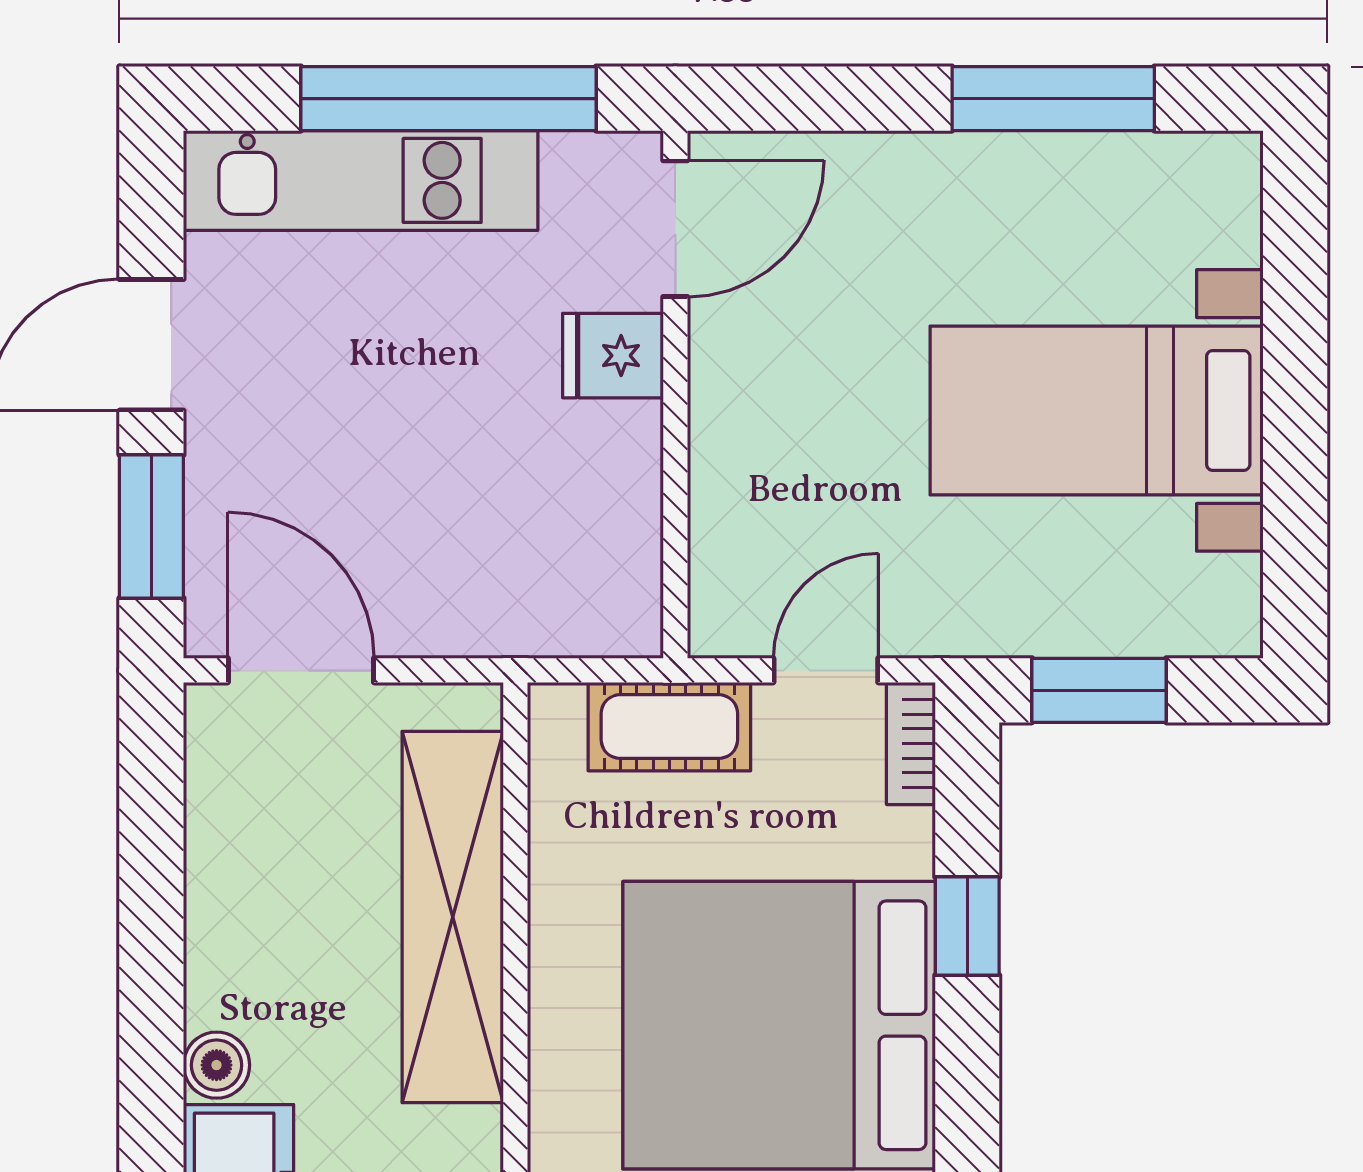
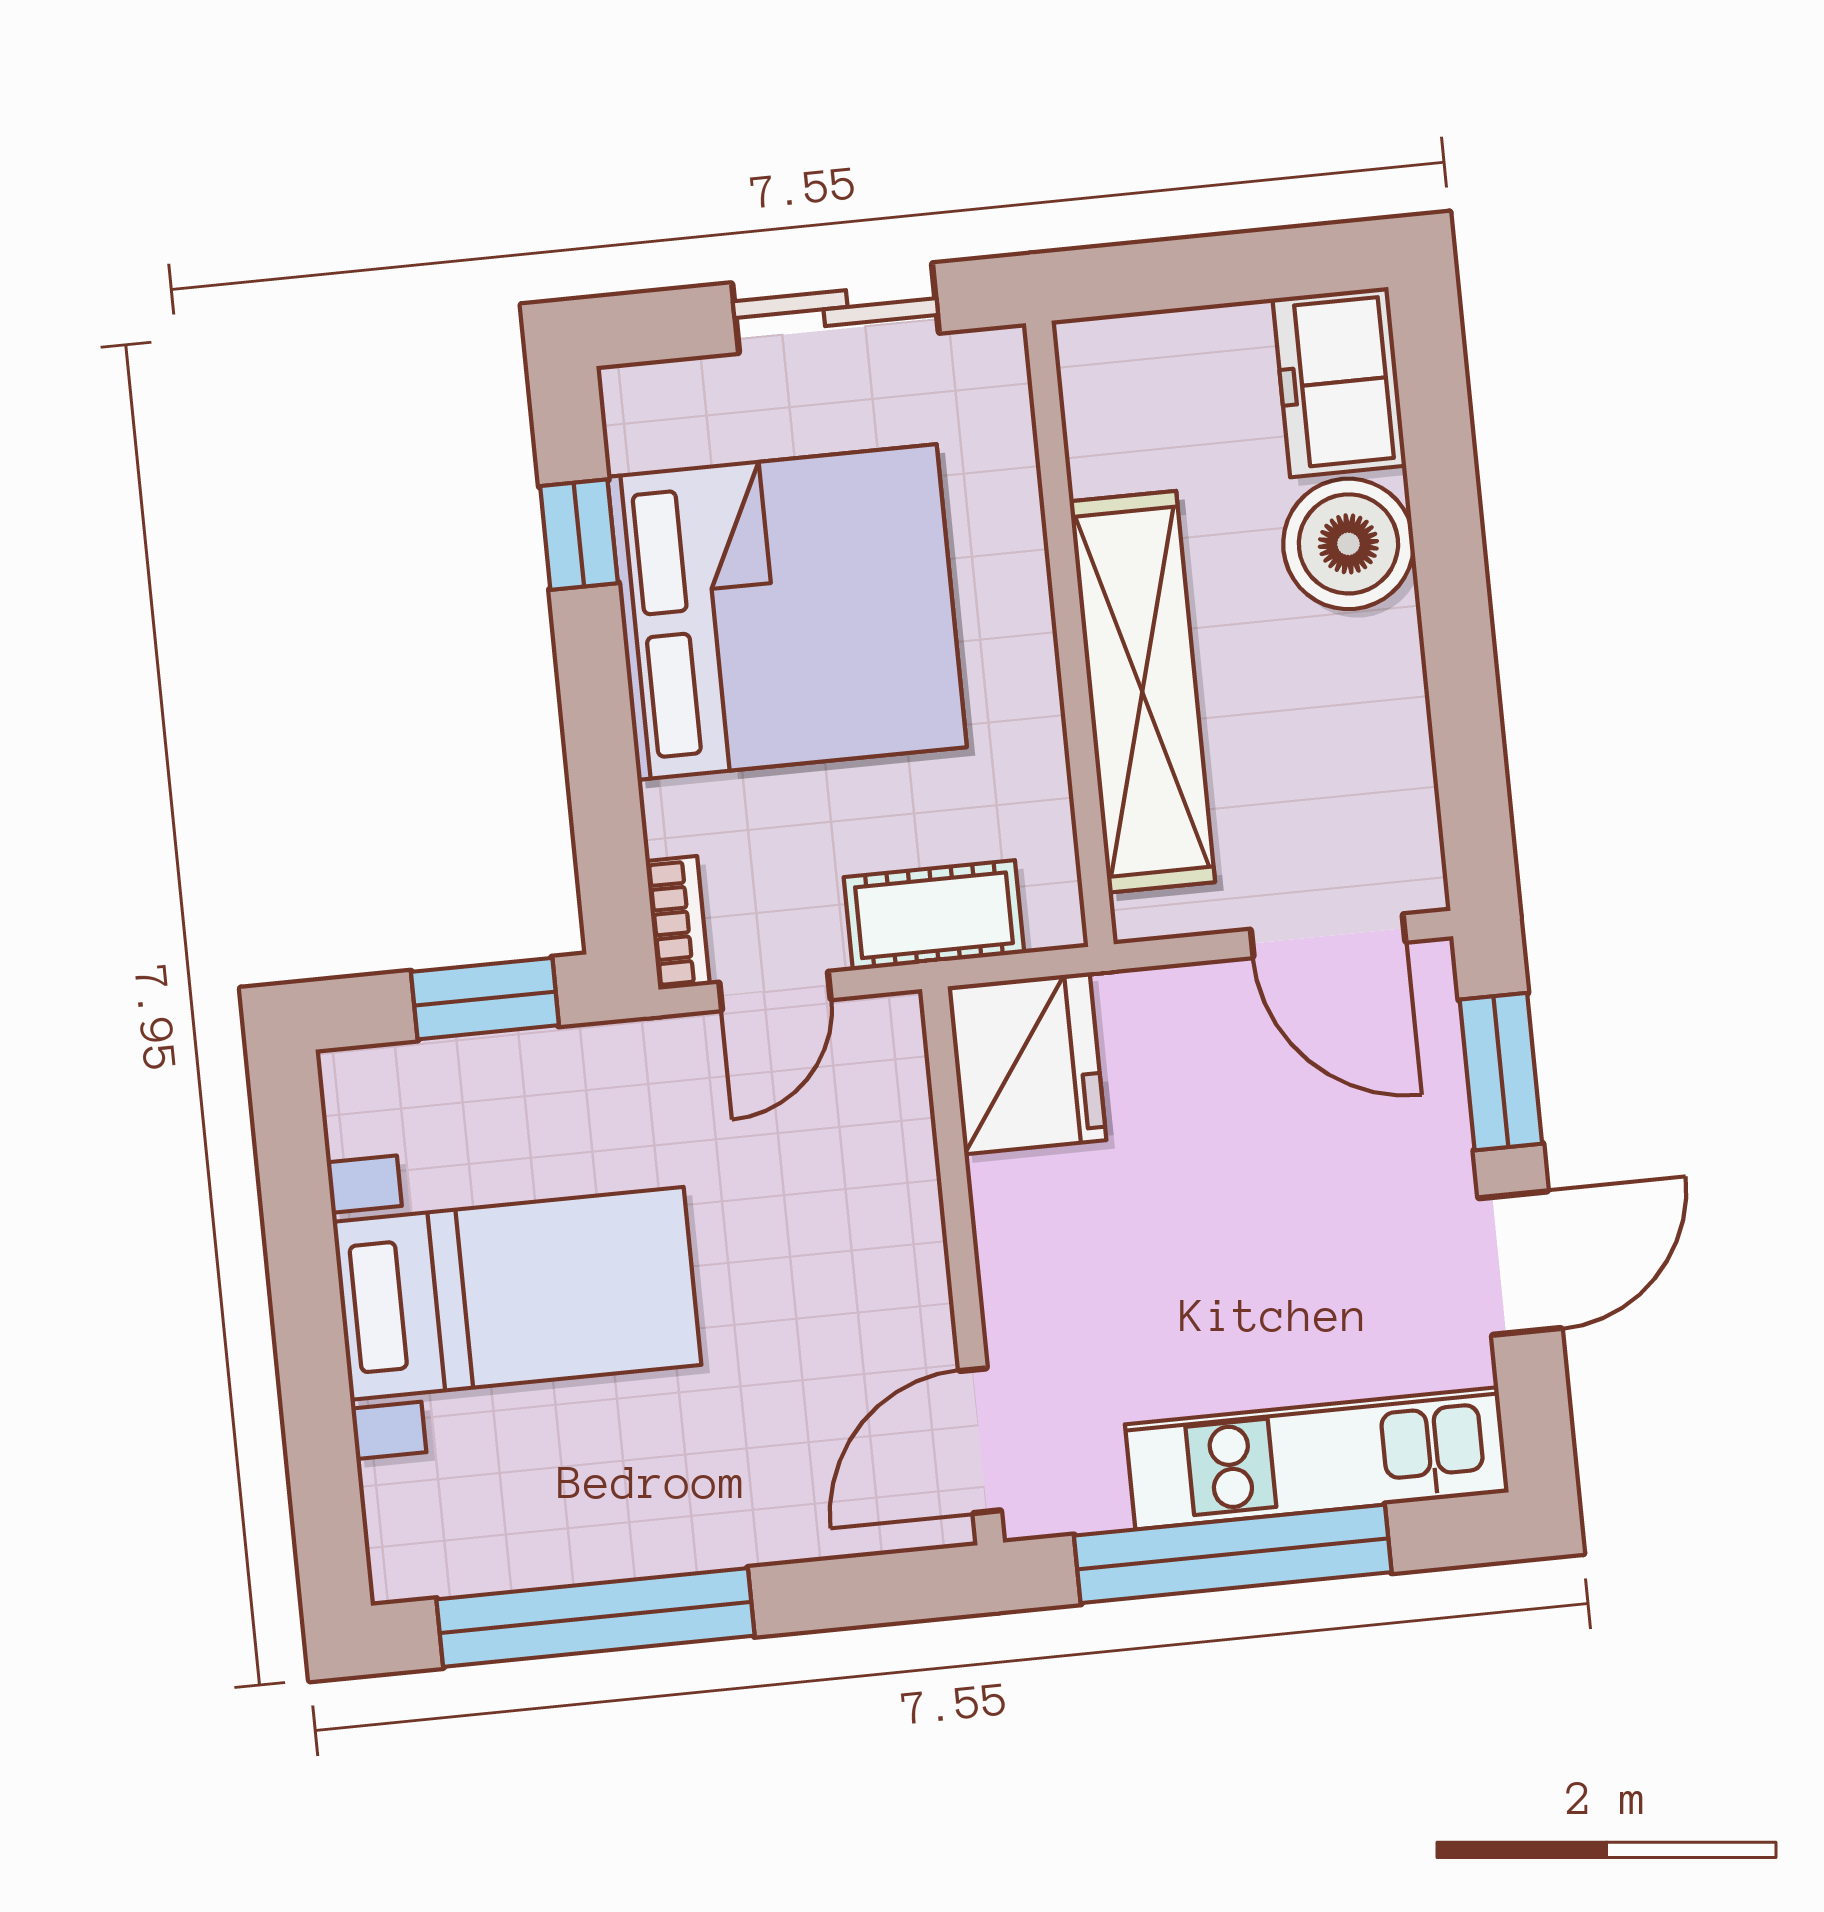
window: (1053, 99) -> (596, 1618), width x1.46
fridge: (613, 356) -> (1027, 1063), moved, width x1.88, depth x1.34
window: (967, 926) -> (579, 535), moved
boiler: (217, 1065) -> (1348, 544), width x1.86, depth x1.86

